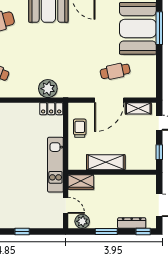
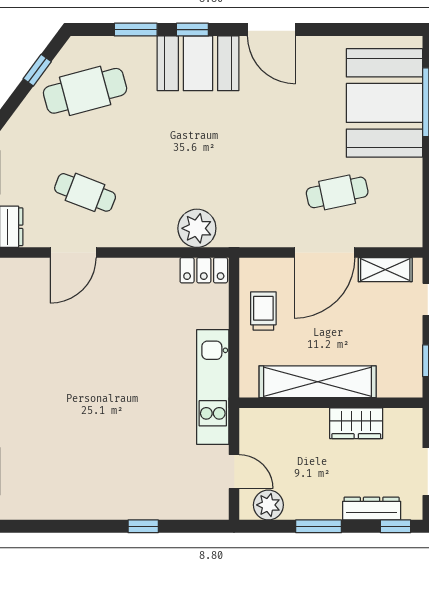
shelving: (106, 162) -> (318, 382), width x1.47
wardrobe: (81, 182) -> (356, 423), moved

